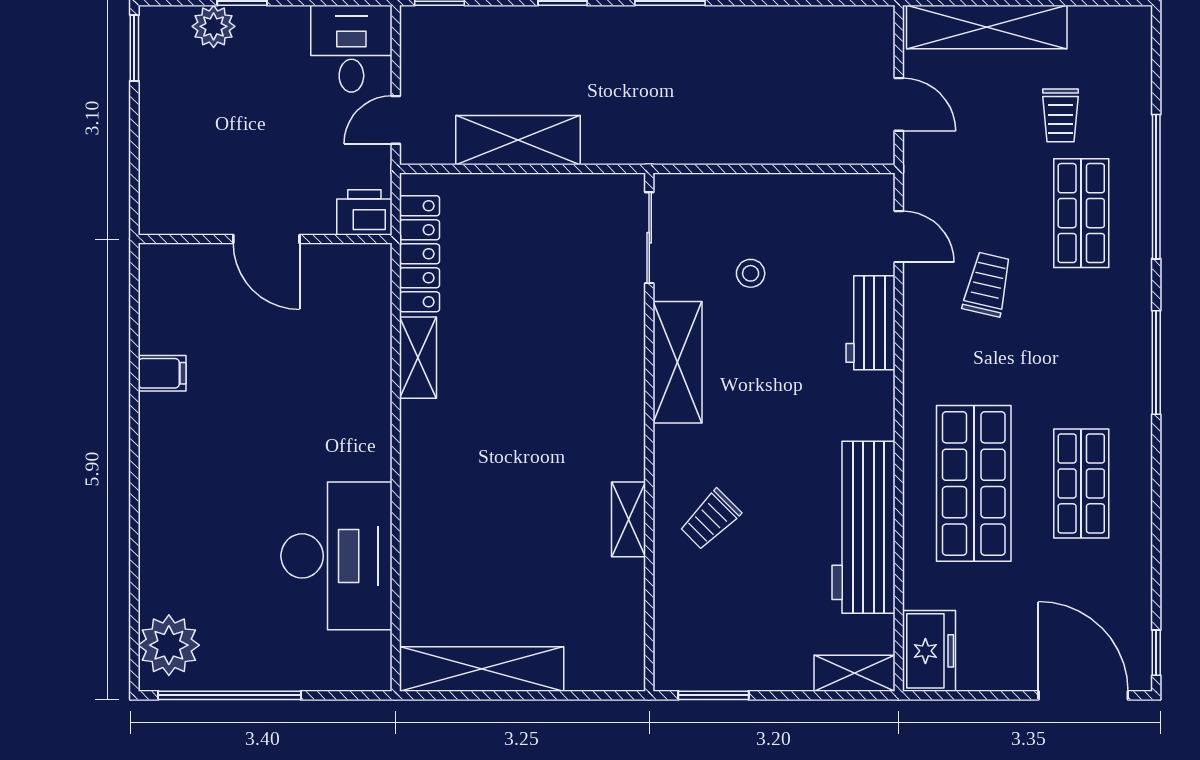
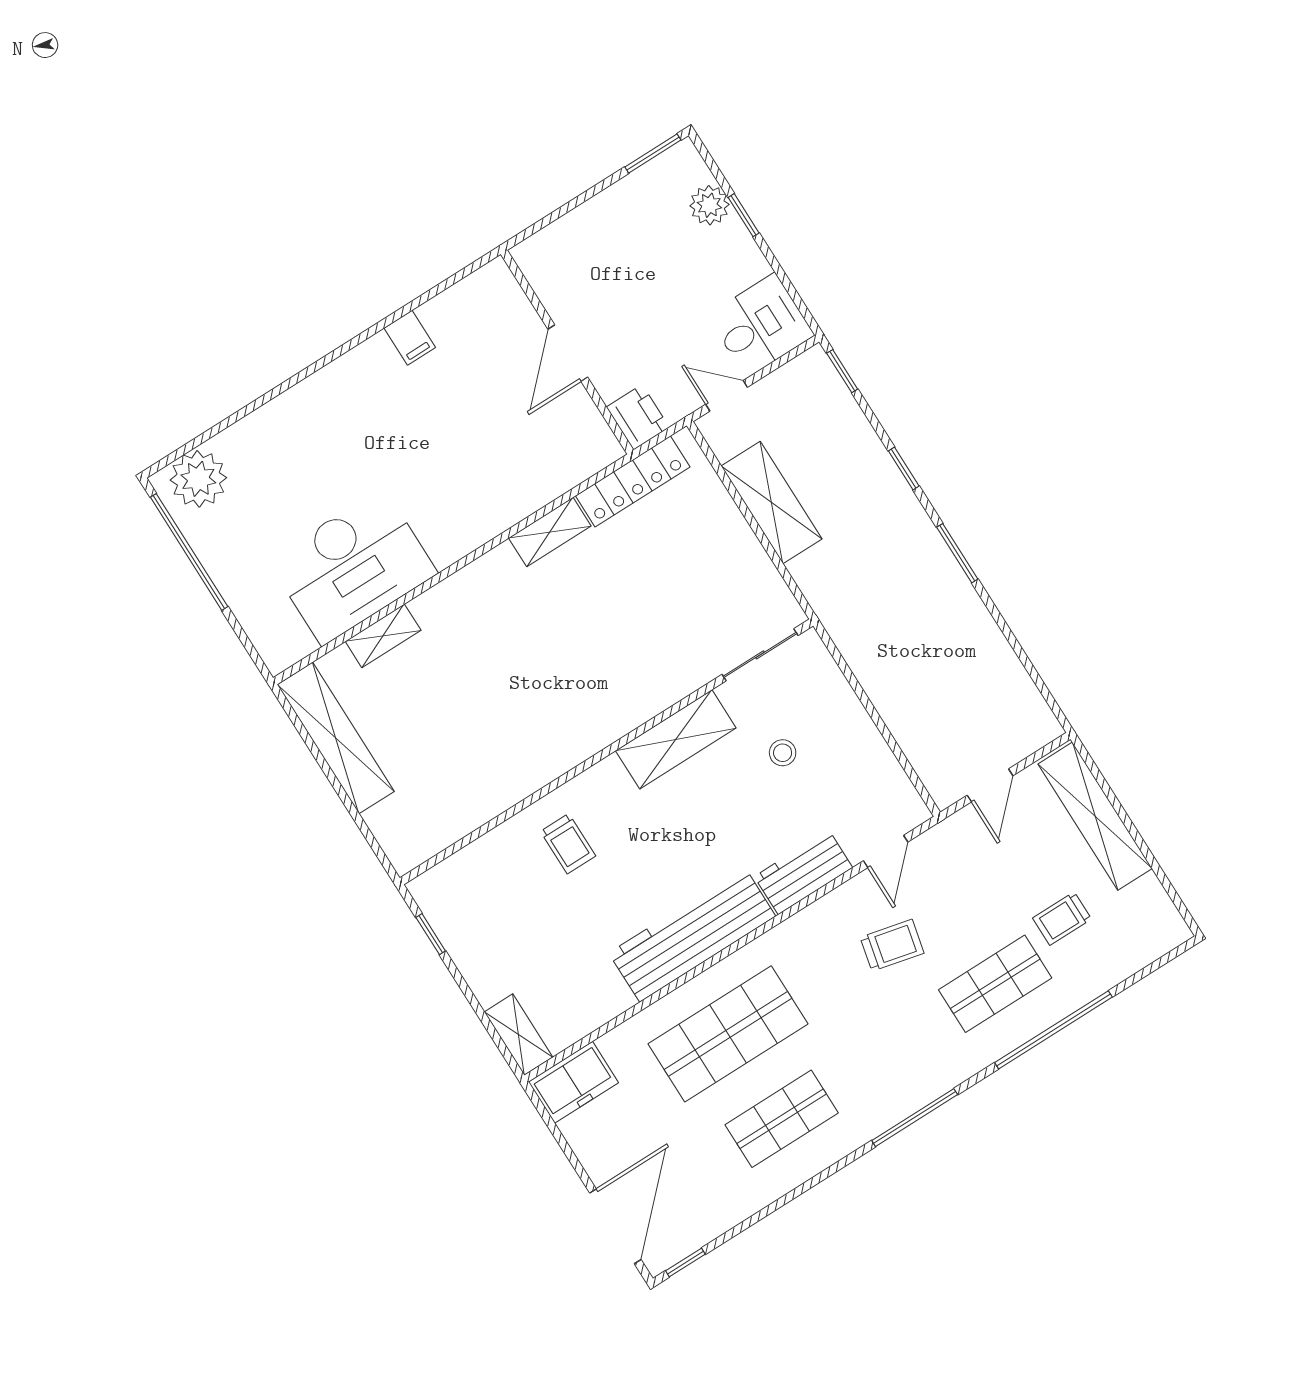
shelving: (628, 519) -> (383, 636), moved
trolley: (710, 519) -> (568, 844), turned -135
workbench: (863, 527) -> (692, 935), moved
window: (713, 695) -> (431, 934), width x0.67

